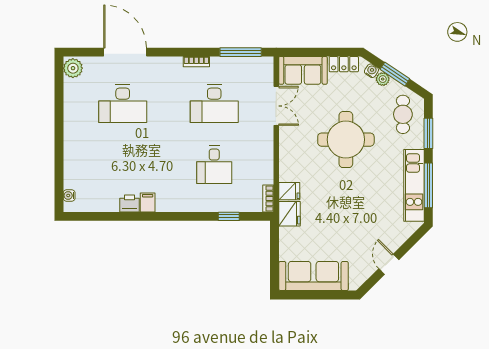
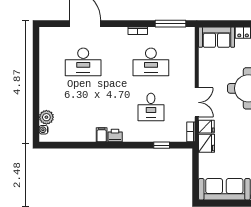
plant: (73, 68) -> (46, 117), moved
double door: (276, 106) -> (197, 102), moved
printer: (129, 203) -> (115, 136), moved

